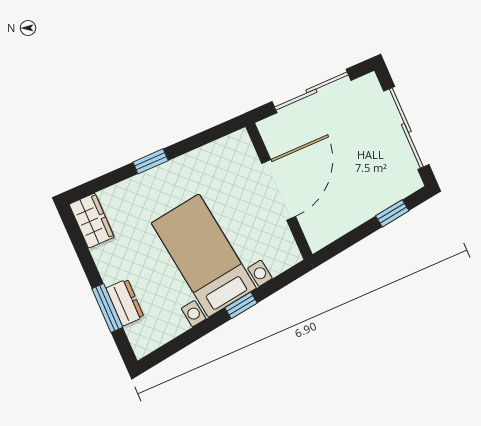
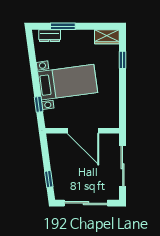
window: (151, 161) -> (123, 60), moved
dresser: (125, 302) -> (50, 36), moved
window: (241, 305) -> (39, 104), moved

